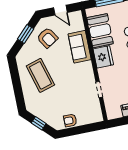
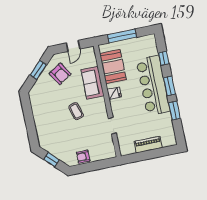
door: (60, 10) -> (73, 46), hinge flipped
fridge: (103, 57) -> (114, 93), width x0.53, depth x0.75
coffee table: (40, 75) -> (76, 111), moved, width x0.54, depth x0.58

